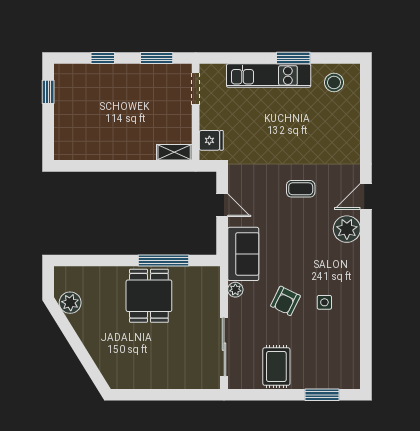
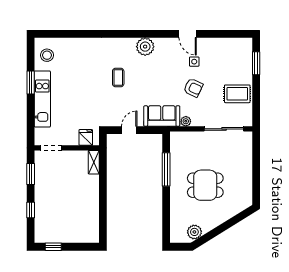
door: (366, 196) -> (188, 34), moved
dining table: (149, 296) -> (205, 185), moved

